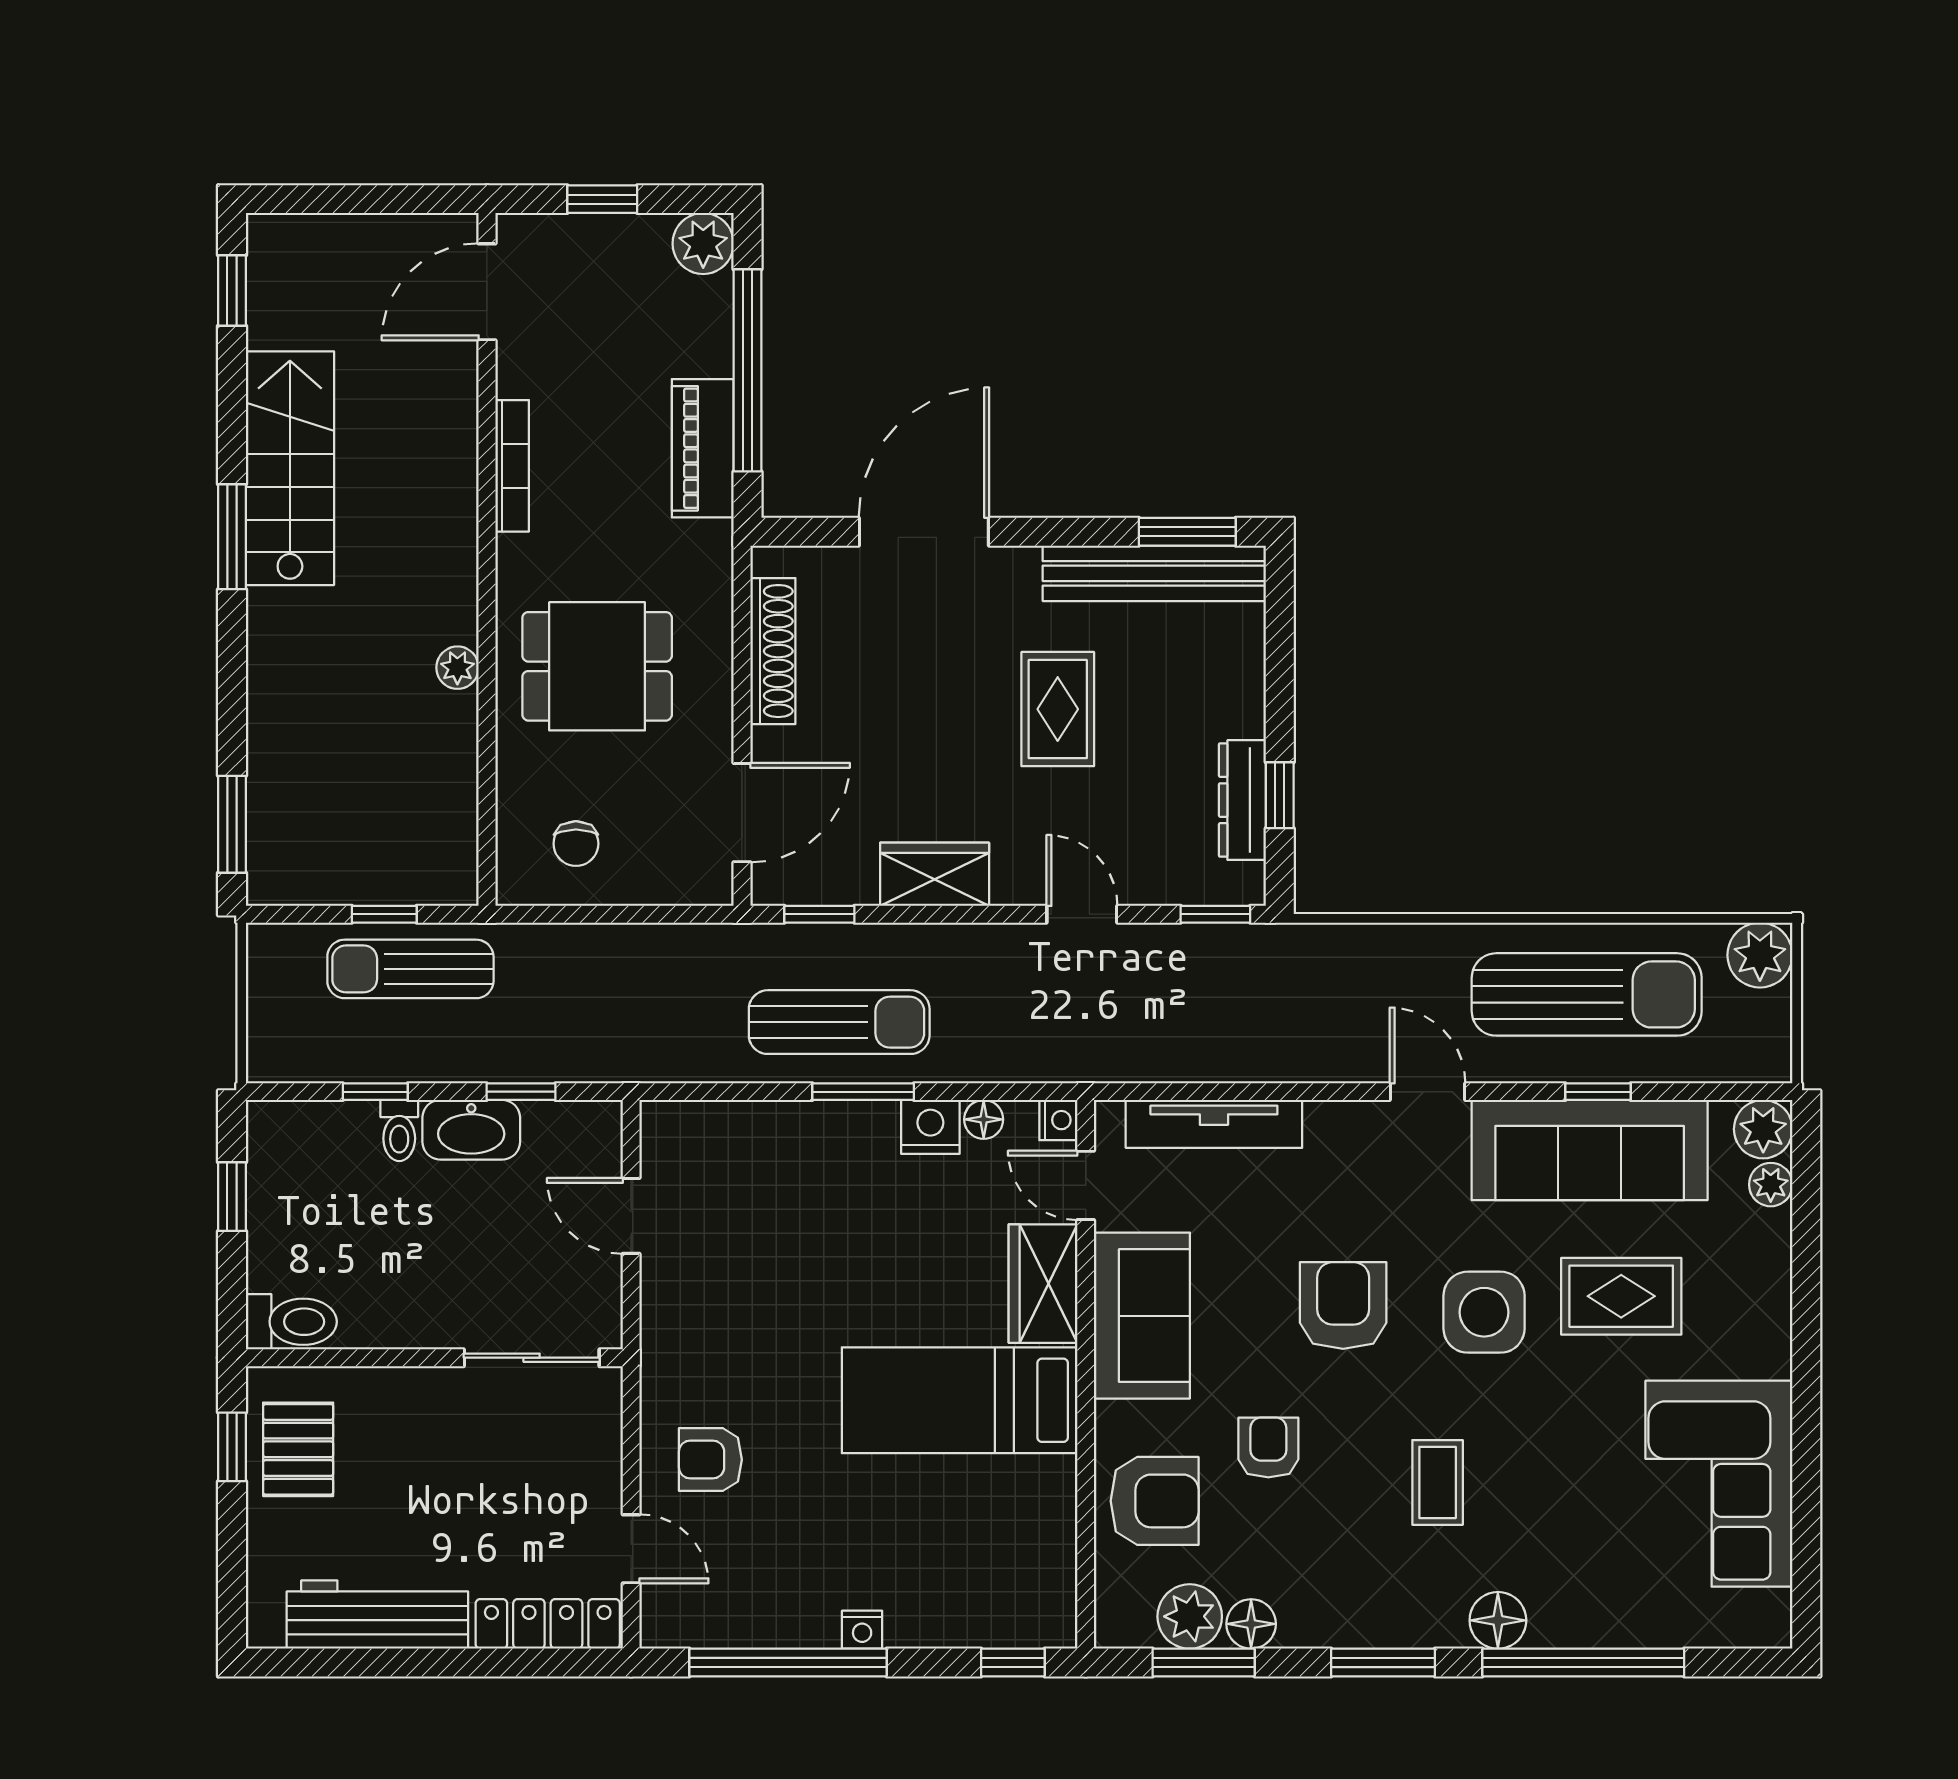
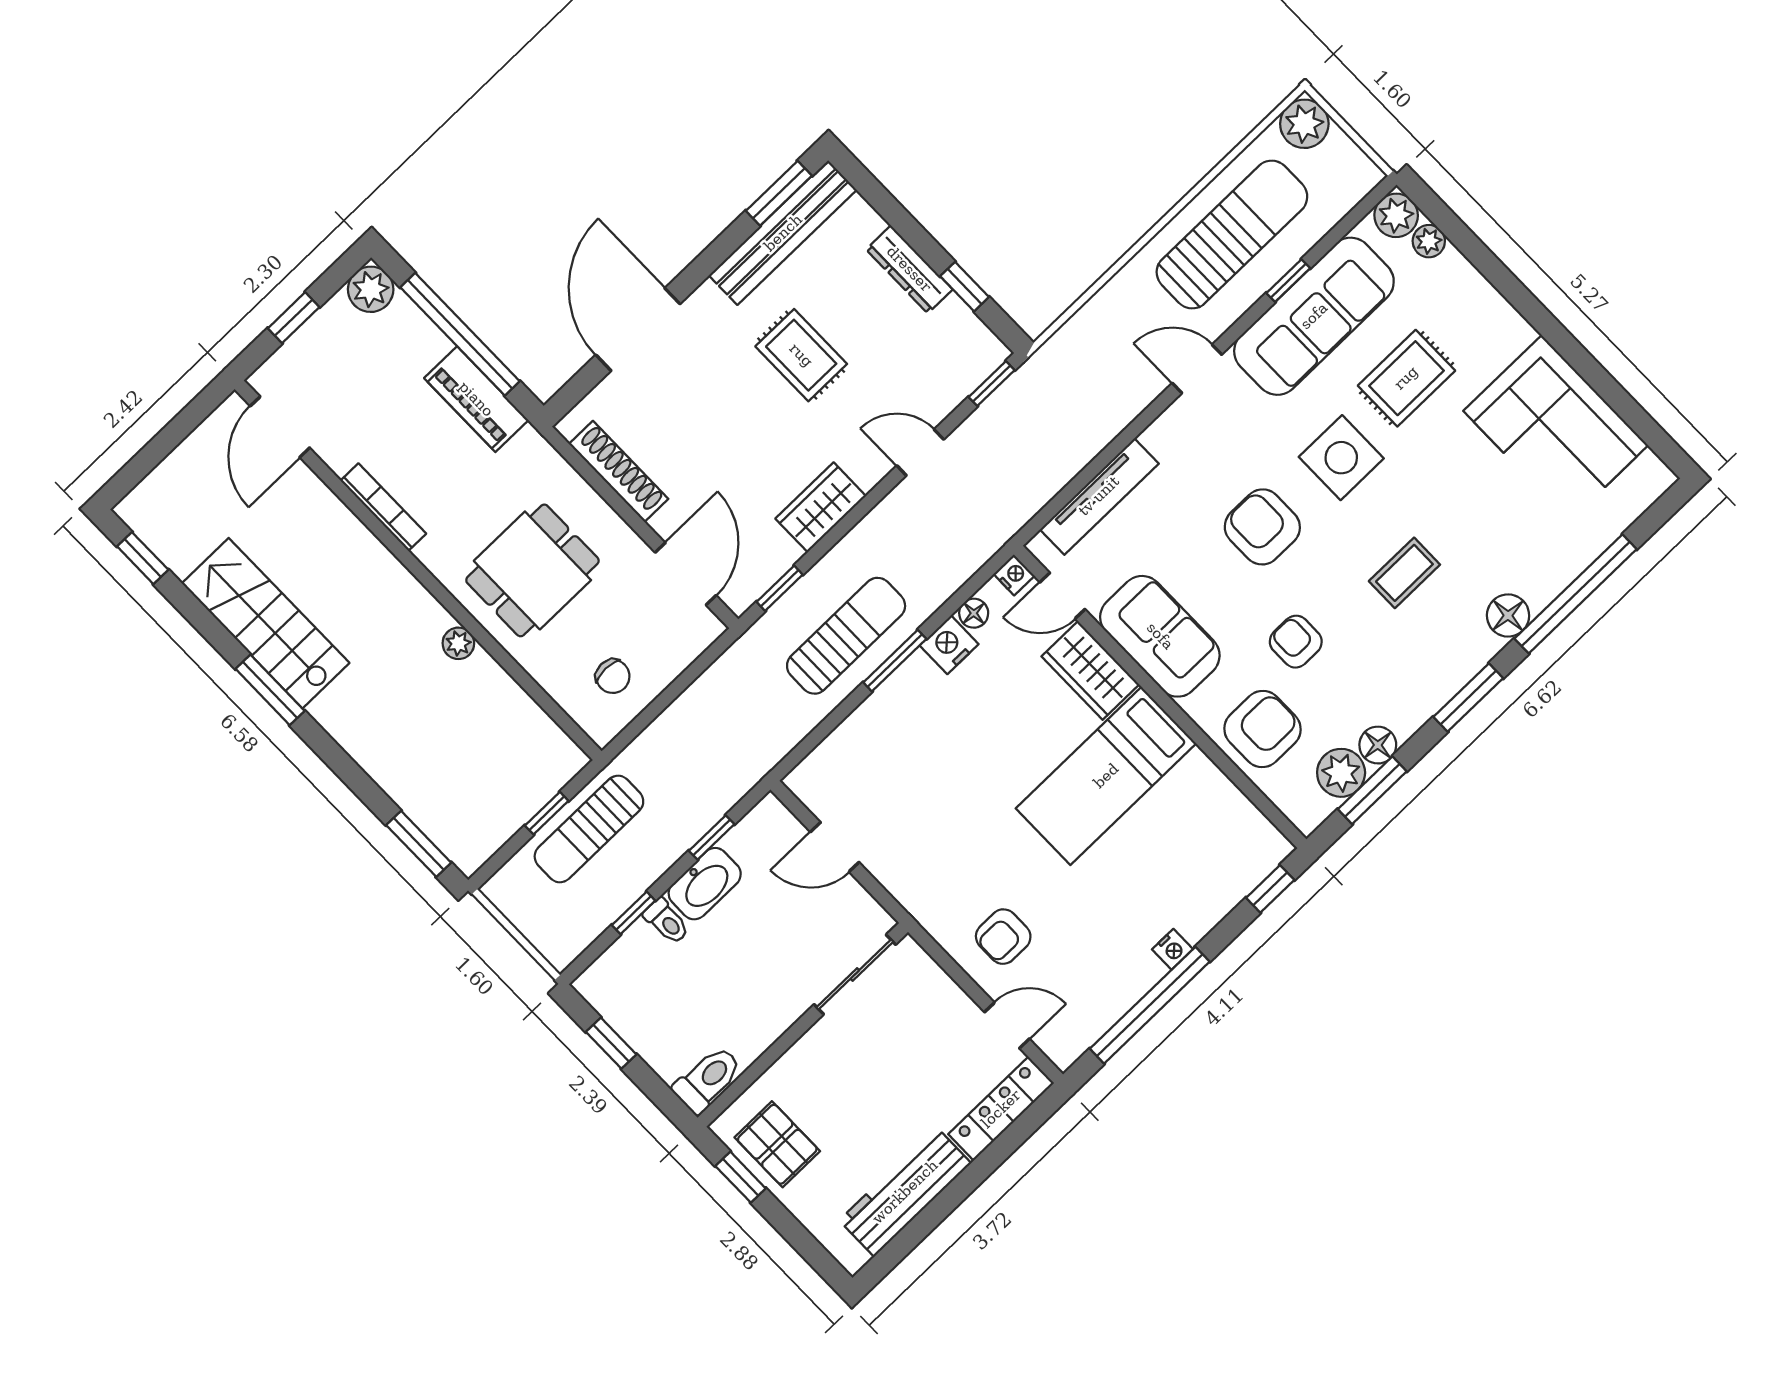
dresser: (1242, 800) -> (909, 269), moved
coffee table: (1438, 1482) -> (1404, 573), turned 90

